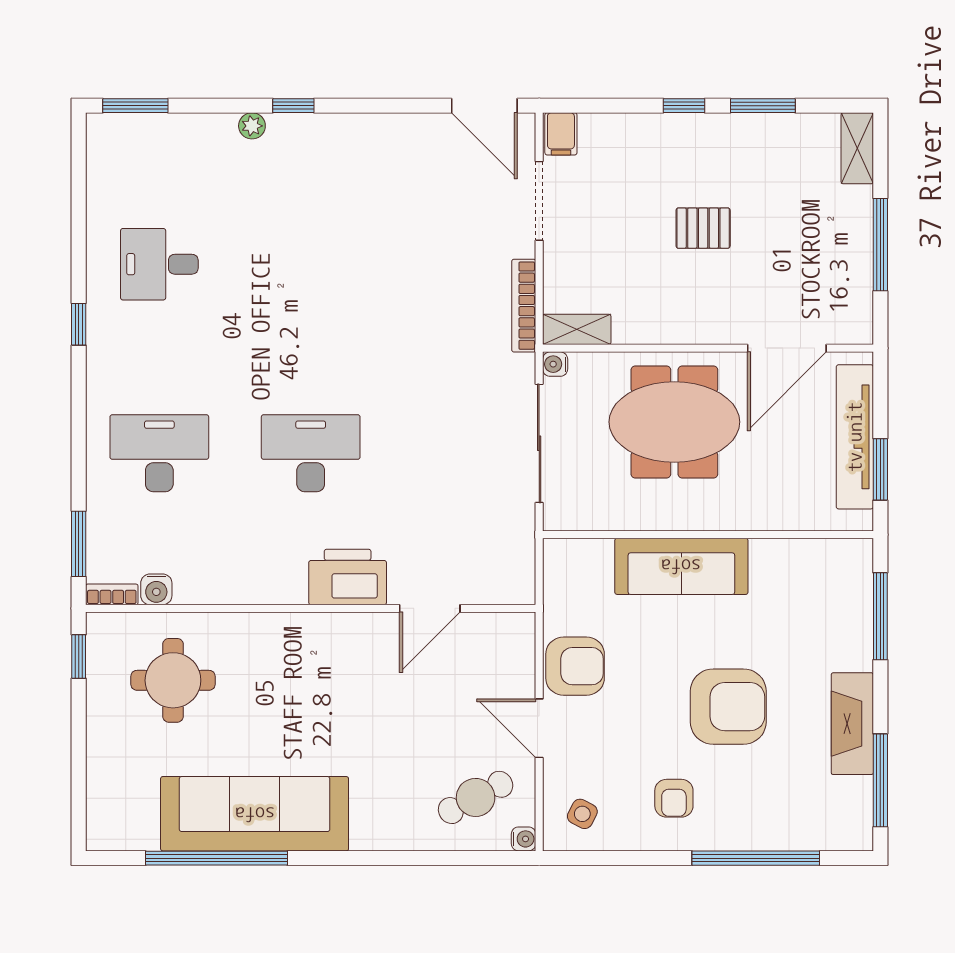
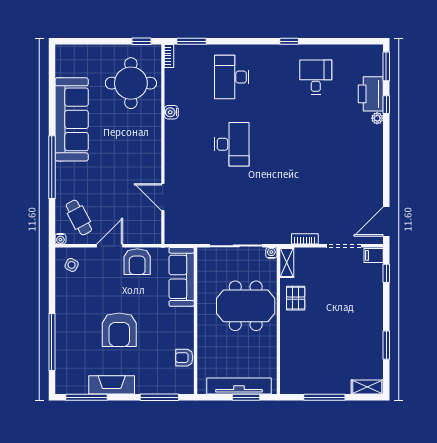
window: (293, 106) -> (386, 105), moved
window: (684, 106) -> (386, 273), moved
pallet: (703, 228) -> (296, 298), moved
bookcase: (524, 306) -> (305, 239), width x0.64
door: (787, 348) -> (278, 356), removed
meeting table: (674, 422) -> (246, 306), turned 90
desk: (159, 453) -> (232, 77), turned 180
window: (880, 469) -> (246, 397), moved
sofa: (681, 566) -> (182, 277), moved
printer: (348, 577) -> (371, 94), moved, turned 180
water cooler: (156, 589) -> (171, 112), moved
round table: (173, 680) -> (131, 83), width x1.36, depth x1.36
armchair: (674, 798) -> (184, 358), moved
window: (217, 858) -> (52, 167), moved

